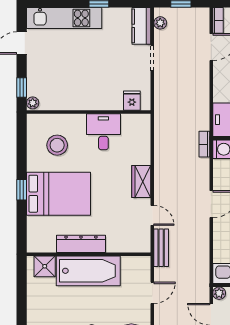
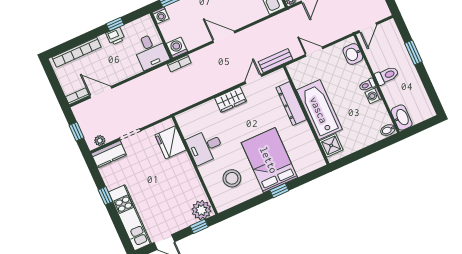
fridge: (132, 101) -> (171, 142), width x1.88, depth x1.34
plant: (33, 103) -> (201, 210), width x1.88, depth x1.88
dresser: (81, 244) -> (291, 104), moved

